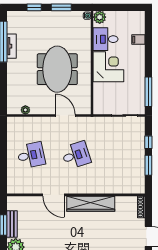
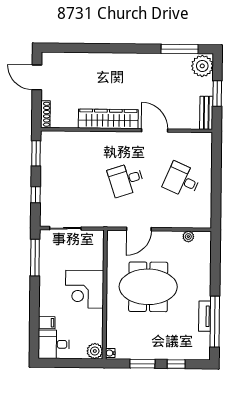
desk: (106, 39) -> (54, 344), moved, turned 180
meeting table: (57, 69) -> (148, 287), turned 90
door: (65, 115) -> (139, 229), hinge flipped
desk: (31, 155) -> (182, 180), turned 36
window: (148, 165) -> (36, 153), moved
bench: (12, 224) -> (206, 113), moved

